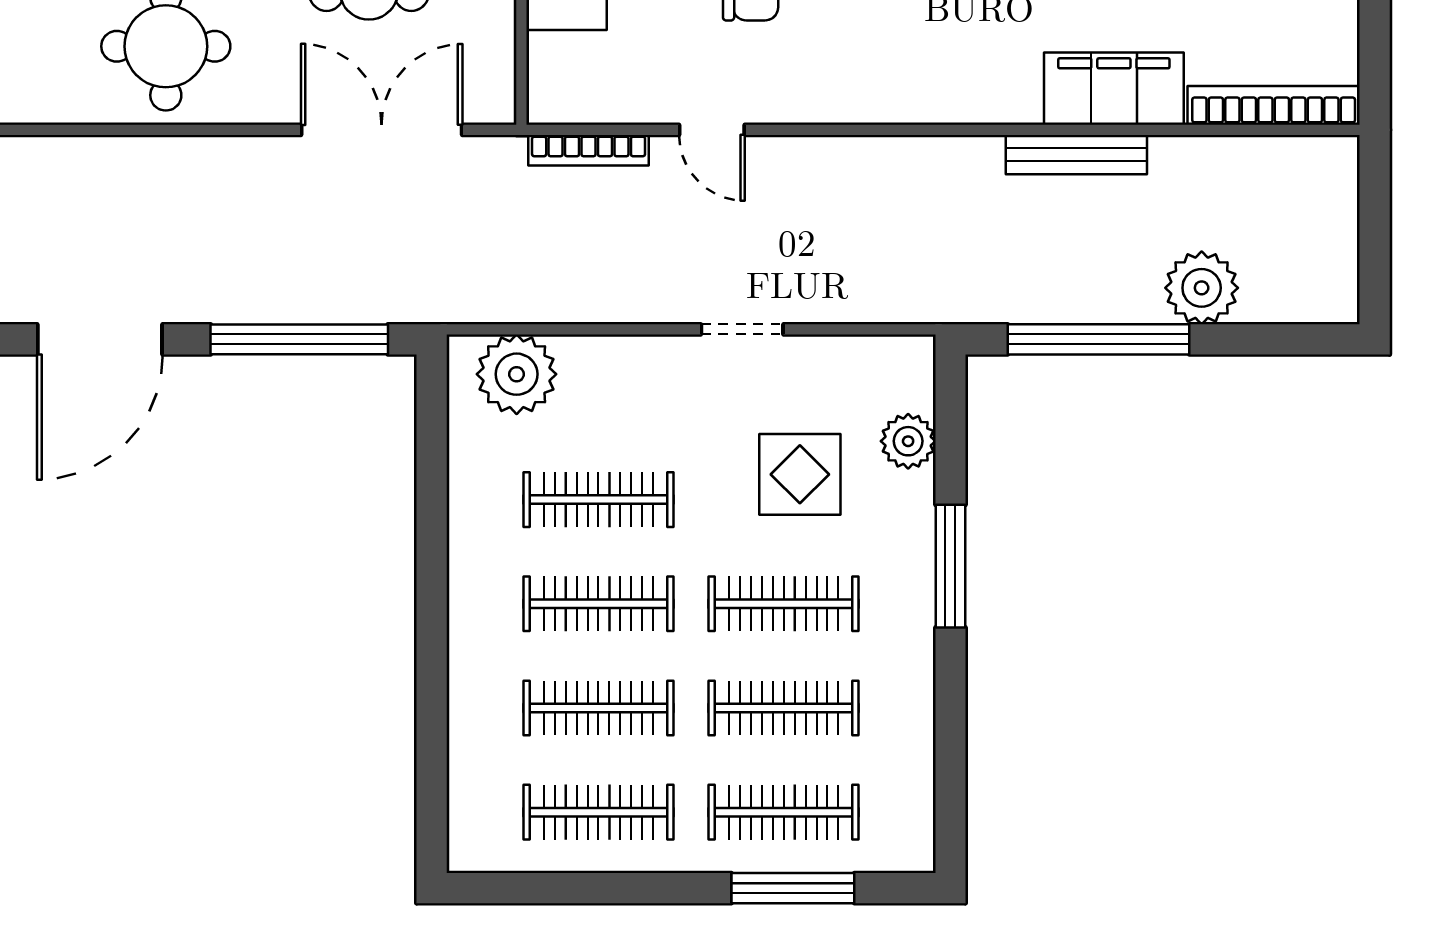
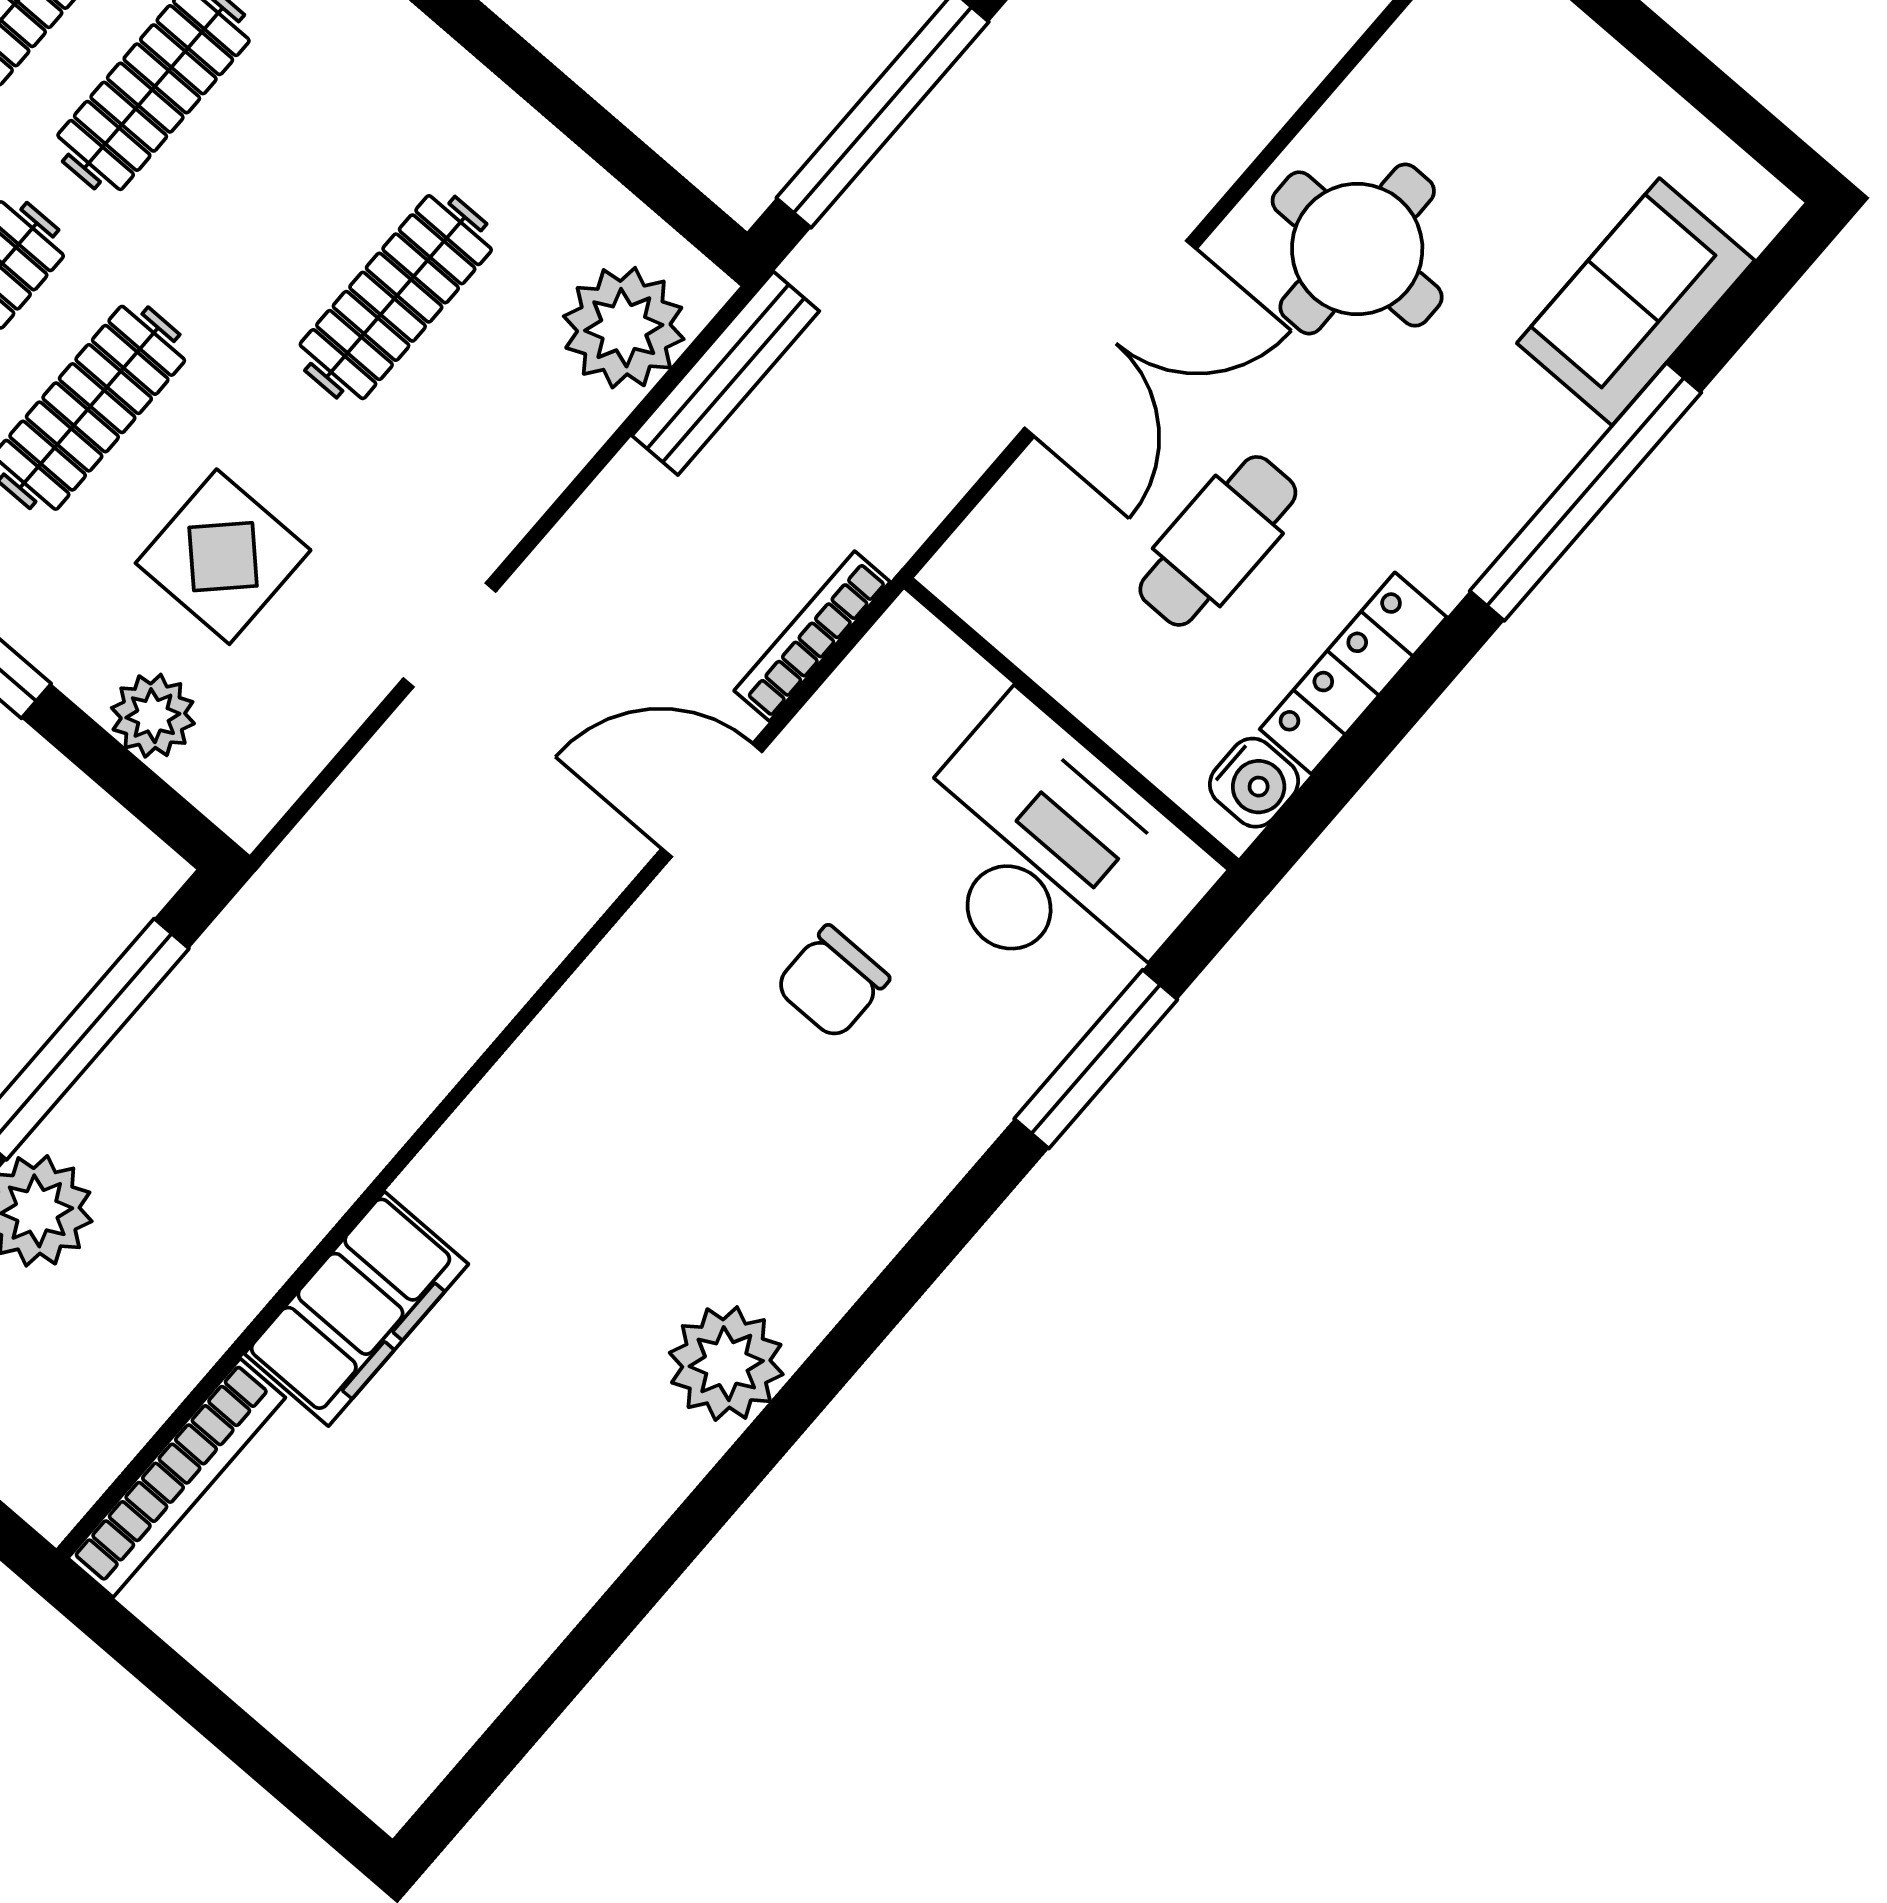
double door: (382, 130) -> (1110, 339), moved
door: (712, 130) -> (712, 800), width x1.38
bench: (1076, 155) -> (726, 373), moved
clothes rail: (598, 604) -> (275, 193), removed

